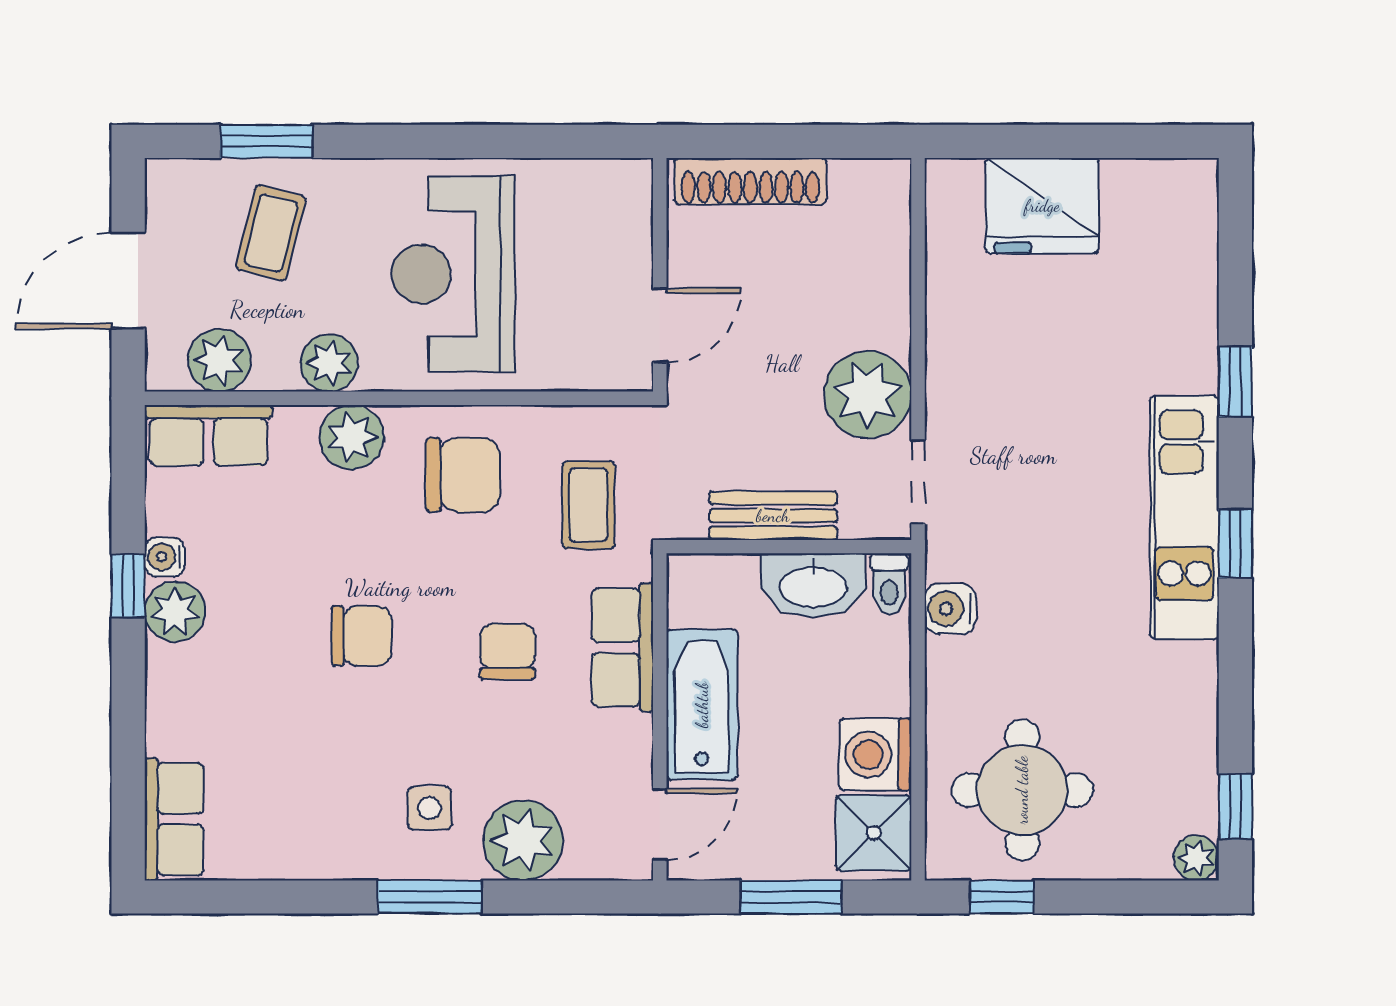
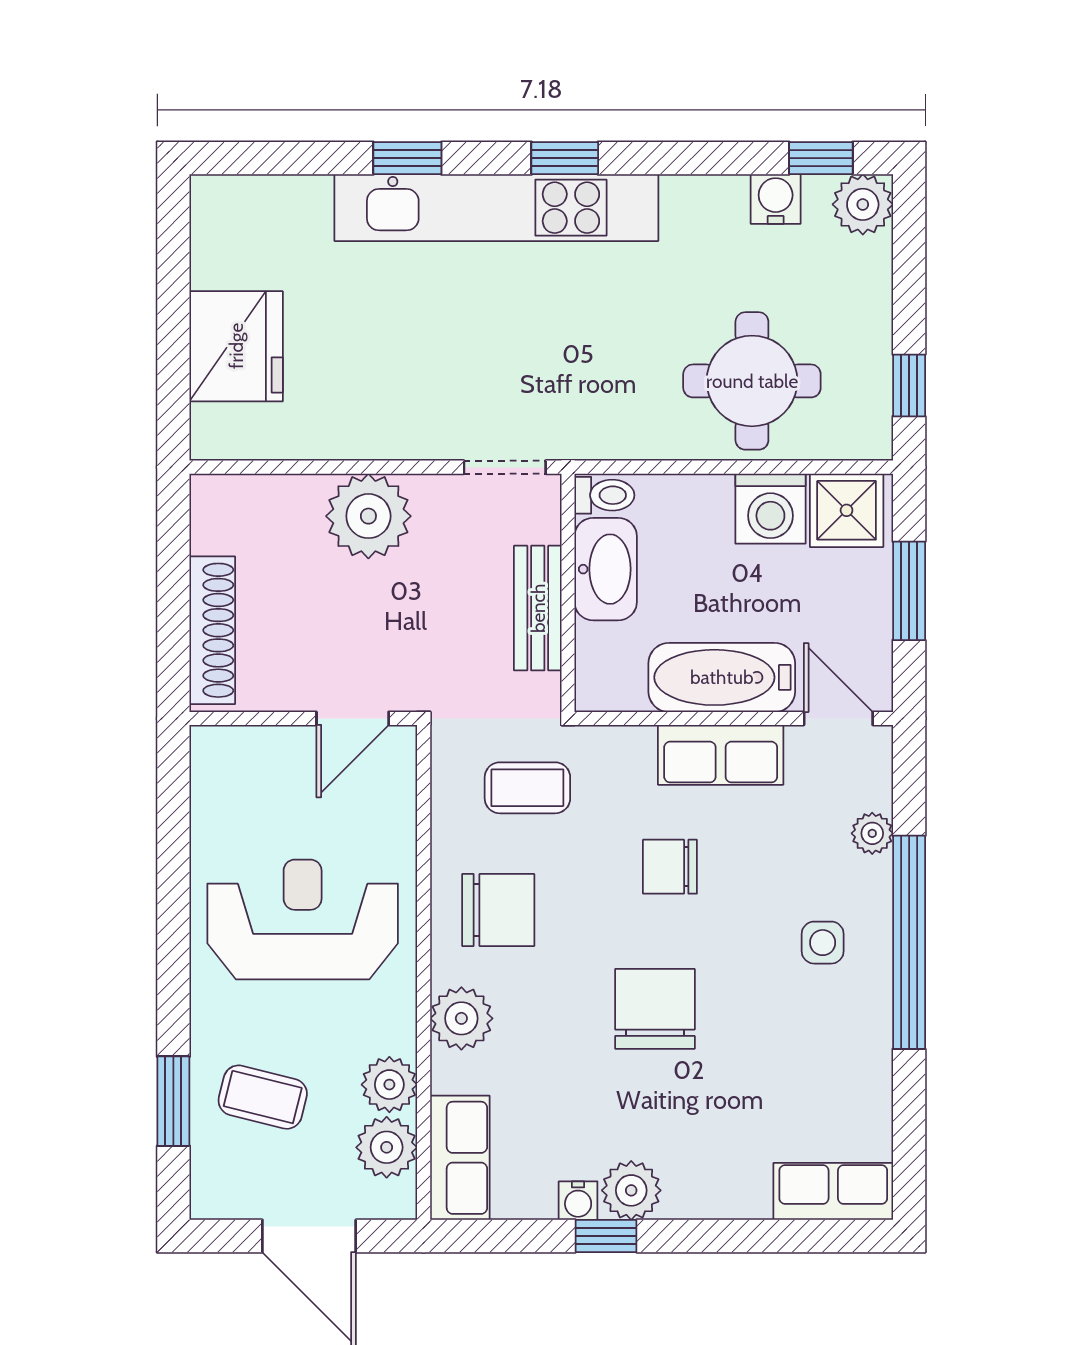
reception desk: (453, 274) -> (303, 919), turned 180
door: (660, 325) -> (353, 718), swing flipped
plant: (329, 363) -> (389, 1085), moved
plant: (868, 395) -> (368, 516), moved
chair: (463, 475) -> (498, 910), turned 90
kitchen unit: (1185, 517) -> (496, 208), width x1.36
water cooler: (950, 609) -> (776, 199), moved, turned 180
chair: (362, 636) -> (655, 1009), width x1.37, depth x1.37
row of seats: (622, 647) -> (721, 755), moved
round table: (1022, 790) -> (752, 381), moved
plant: (523, 840) -> (872, 833), width x0.53, depth x0.53
plant: (1196, 858) -> (863, 204), width x1.38, depth x1.38
window: (430, 897) -> (909, 942), width x2.11

